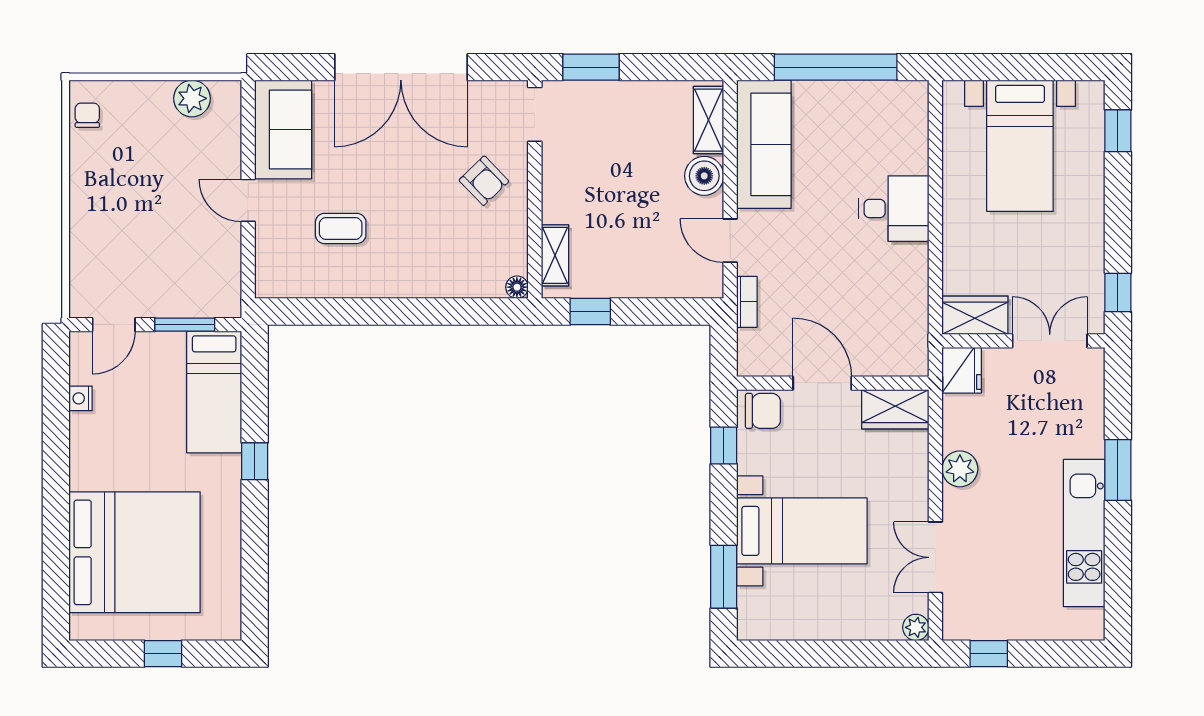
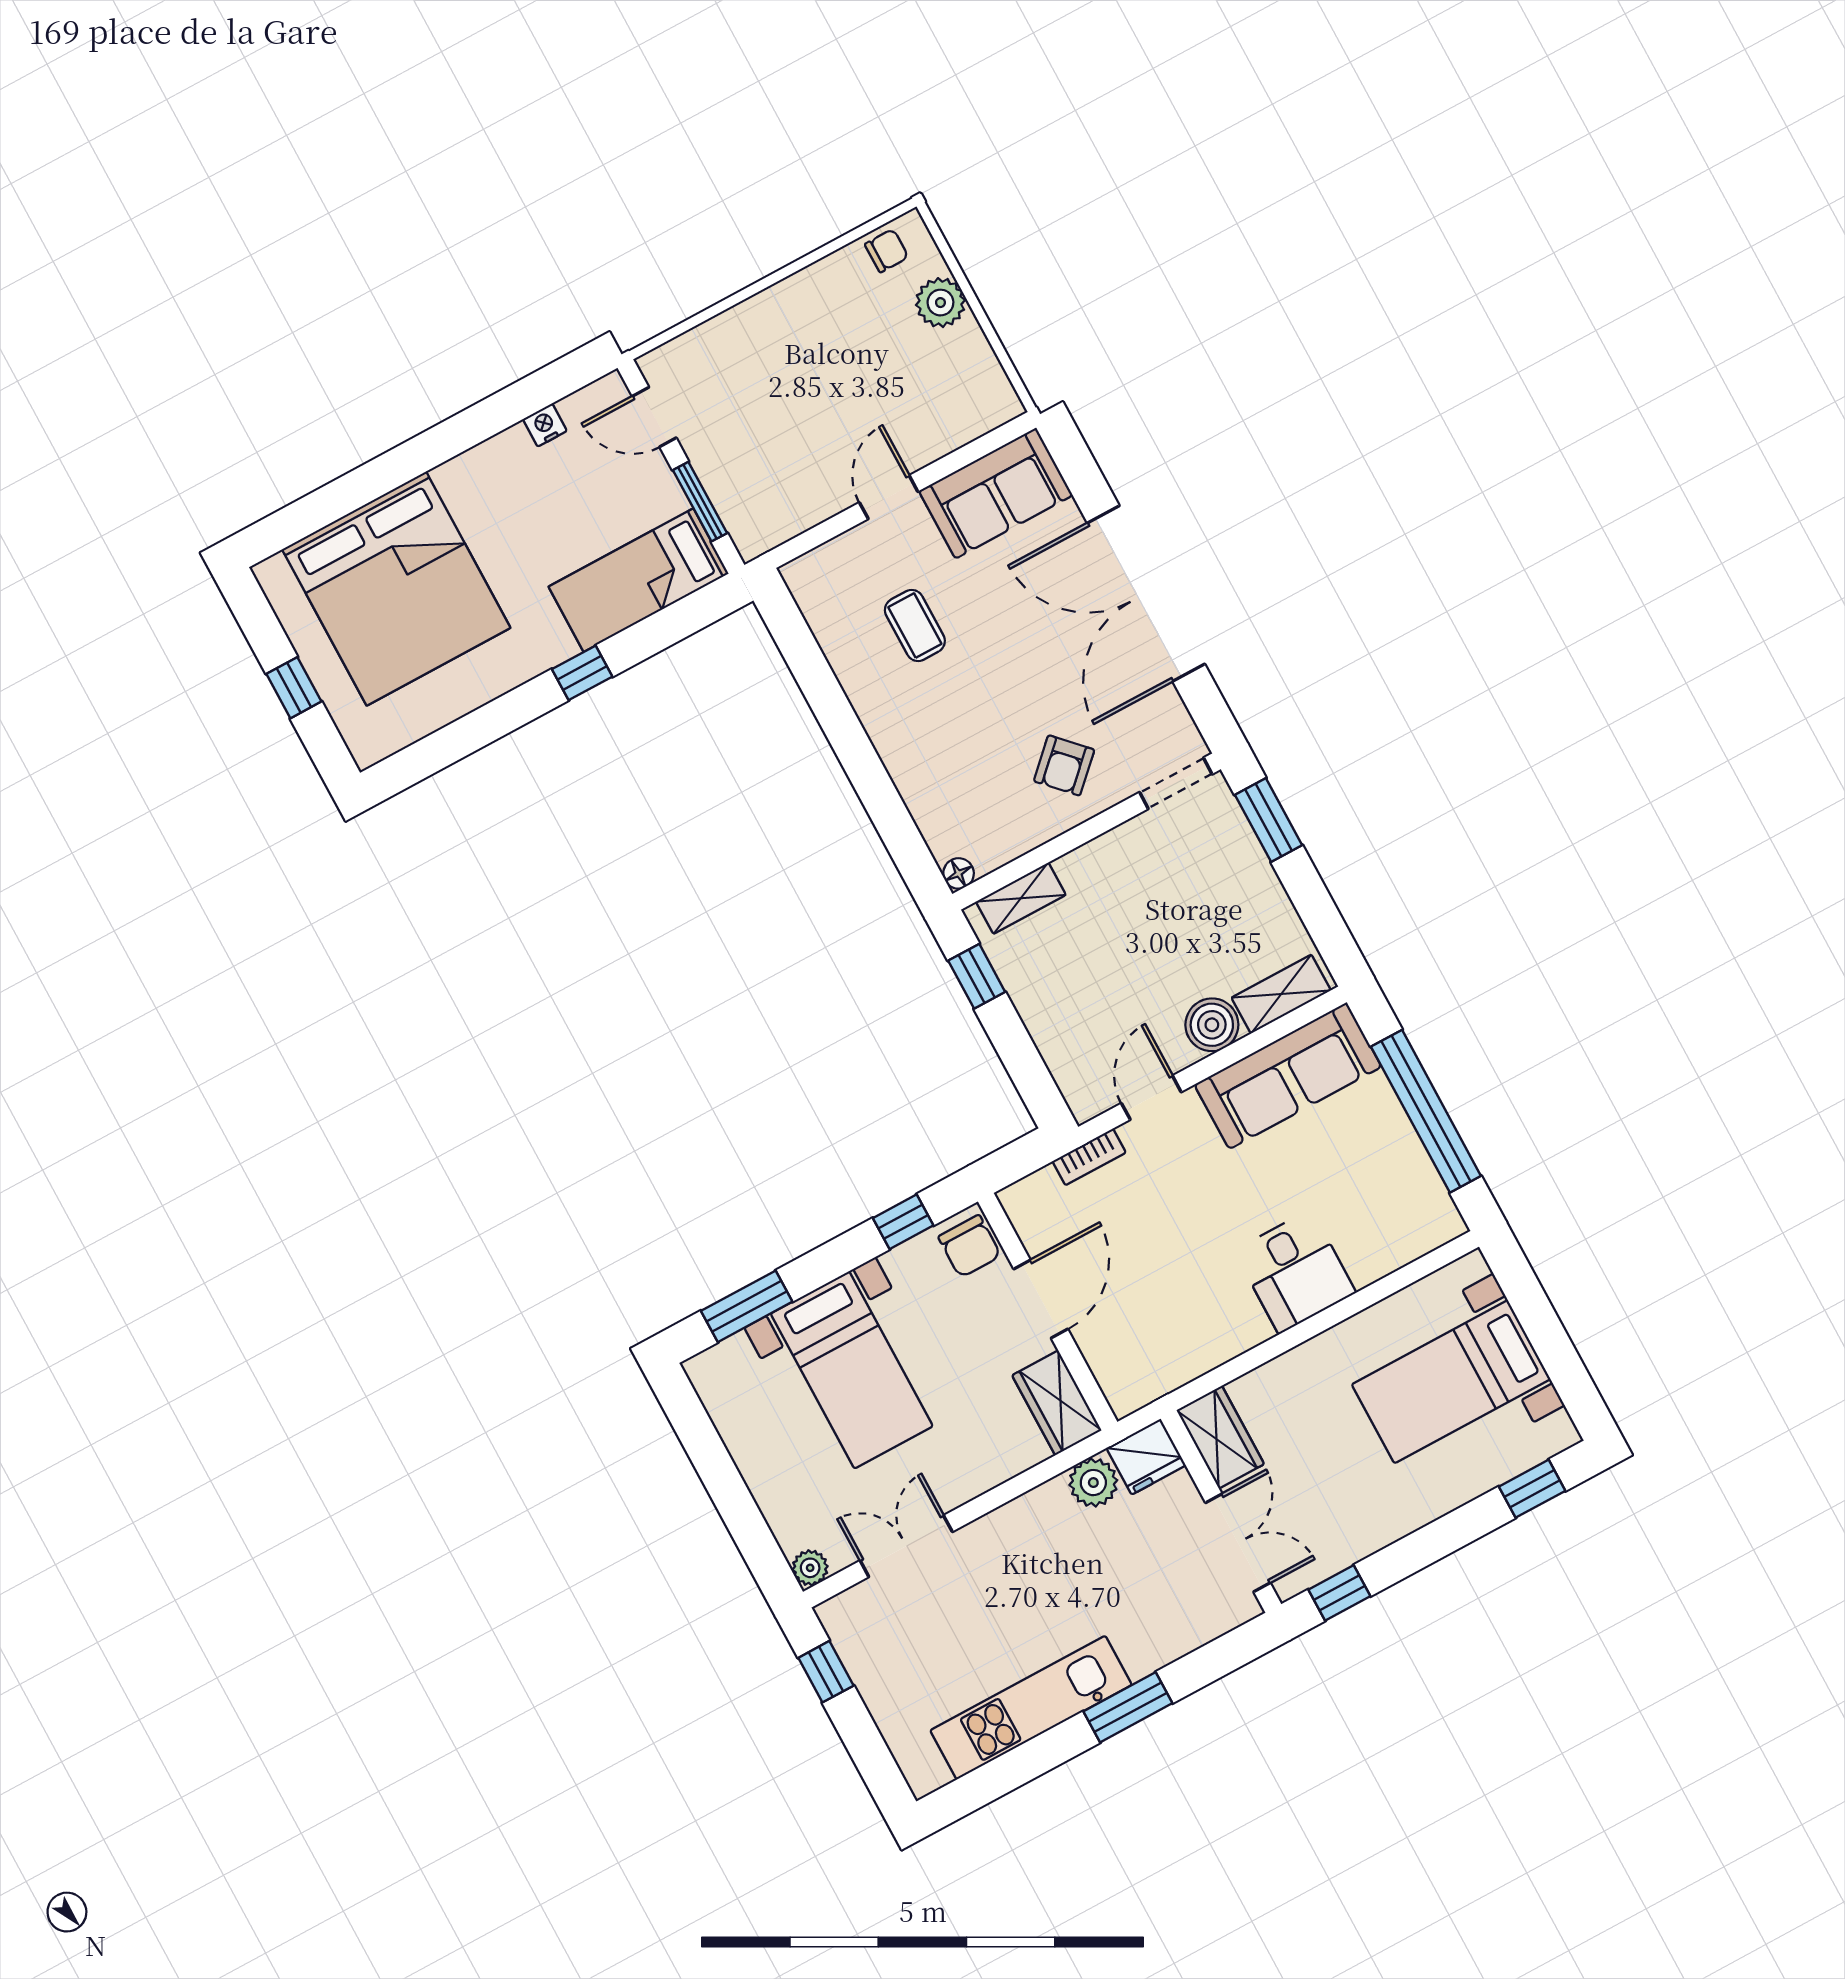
plant: (192, 98) -> (940, 303), moved
plant: (960, 469) -> (1093, 1483), moved

